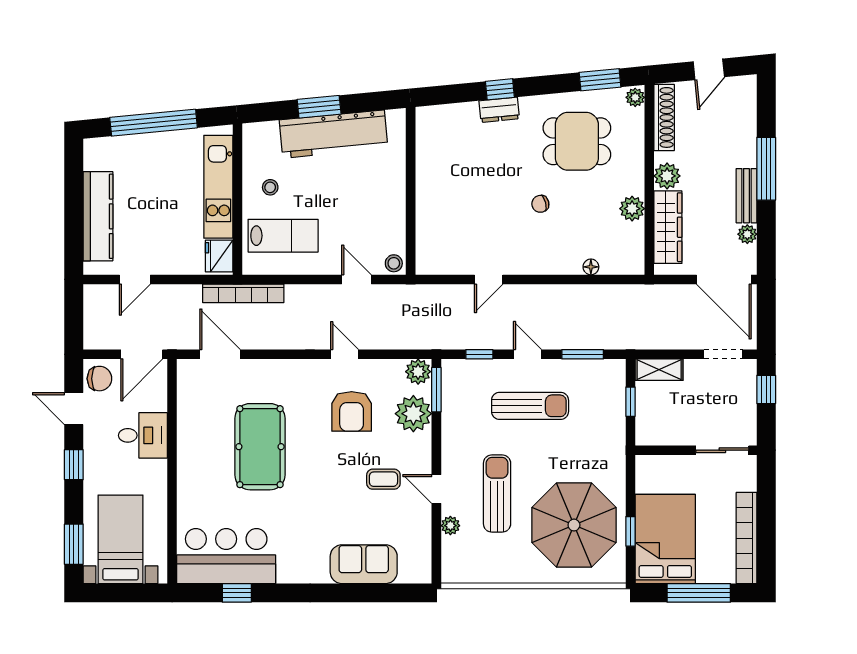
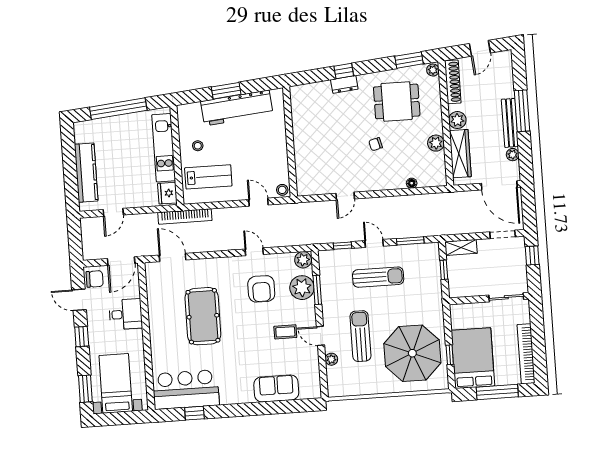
bench: (746, 196) -> (510, 123), width x1.36
window: (436, 390) -> (317, 290), moved

